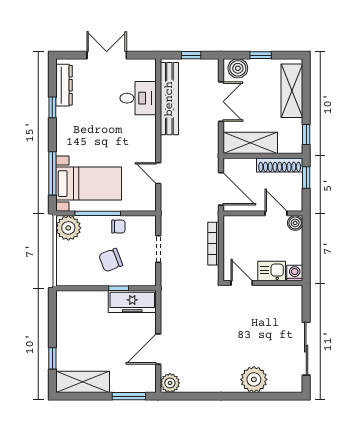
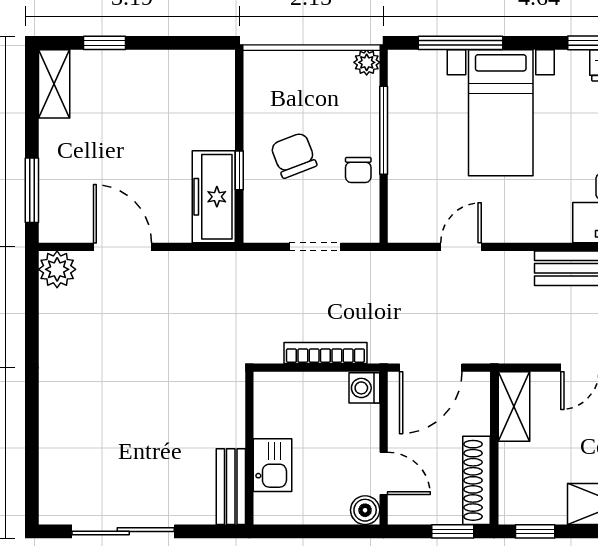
shelving: (250, 143) -> (514, 406), width x0.67, depth x0.75
bed with nightstands: (89, 184) -> (501, 113), moved
door: (276, 213) -> (384, 473), hinge flipped
plant: (68, 228) -> (367, 62), width x0.53, depth x0.53
washing machine: (295, 273) -> (364, 388), moved, turned 180
door: (242, 283) -> (249, 407), removed
bench: (283, 293) -> (231, 487), added
plant: (254, 379) -> (64, 431), removed
shelving: (83, 382) -> (54, 84), width x0.67, depth x0.75

